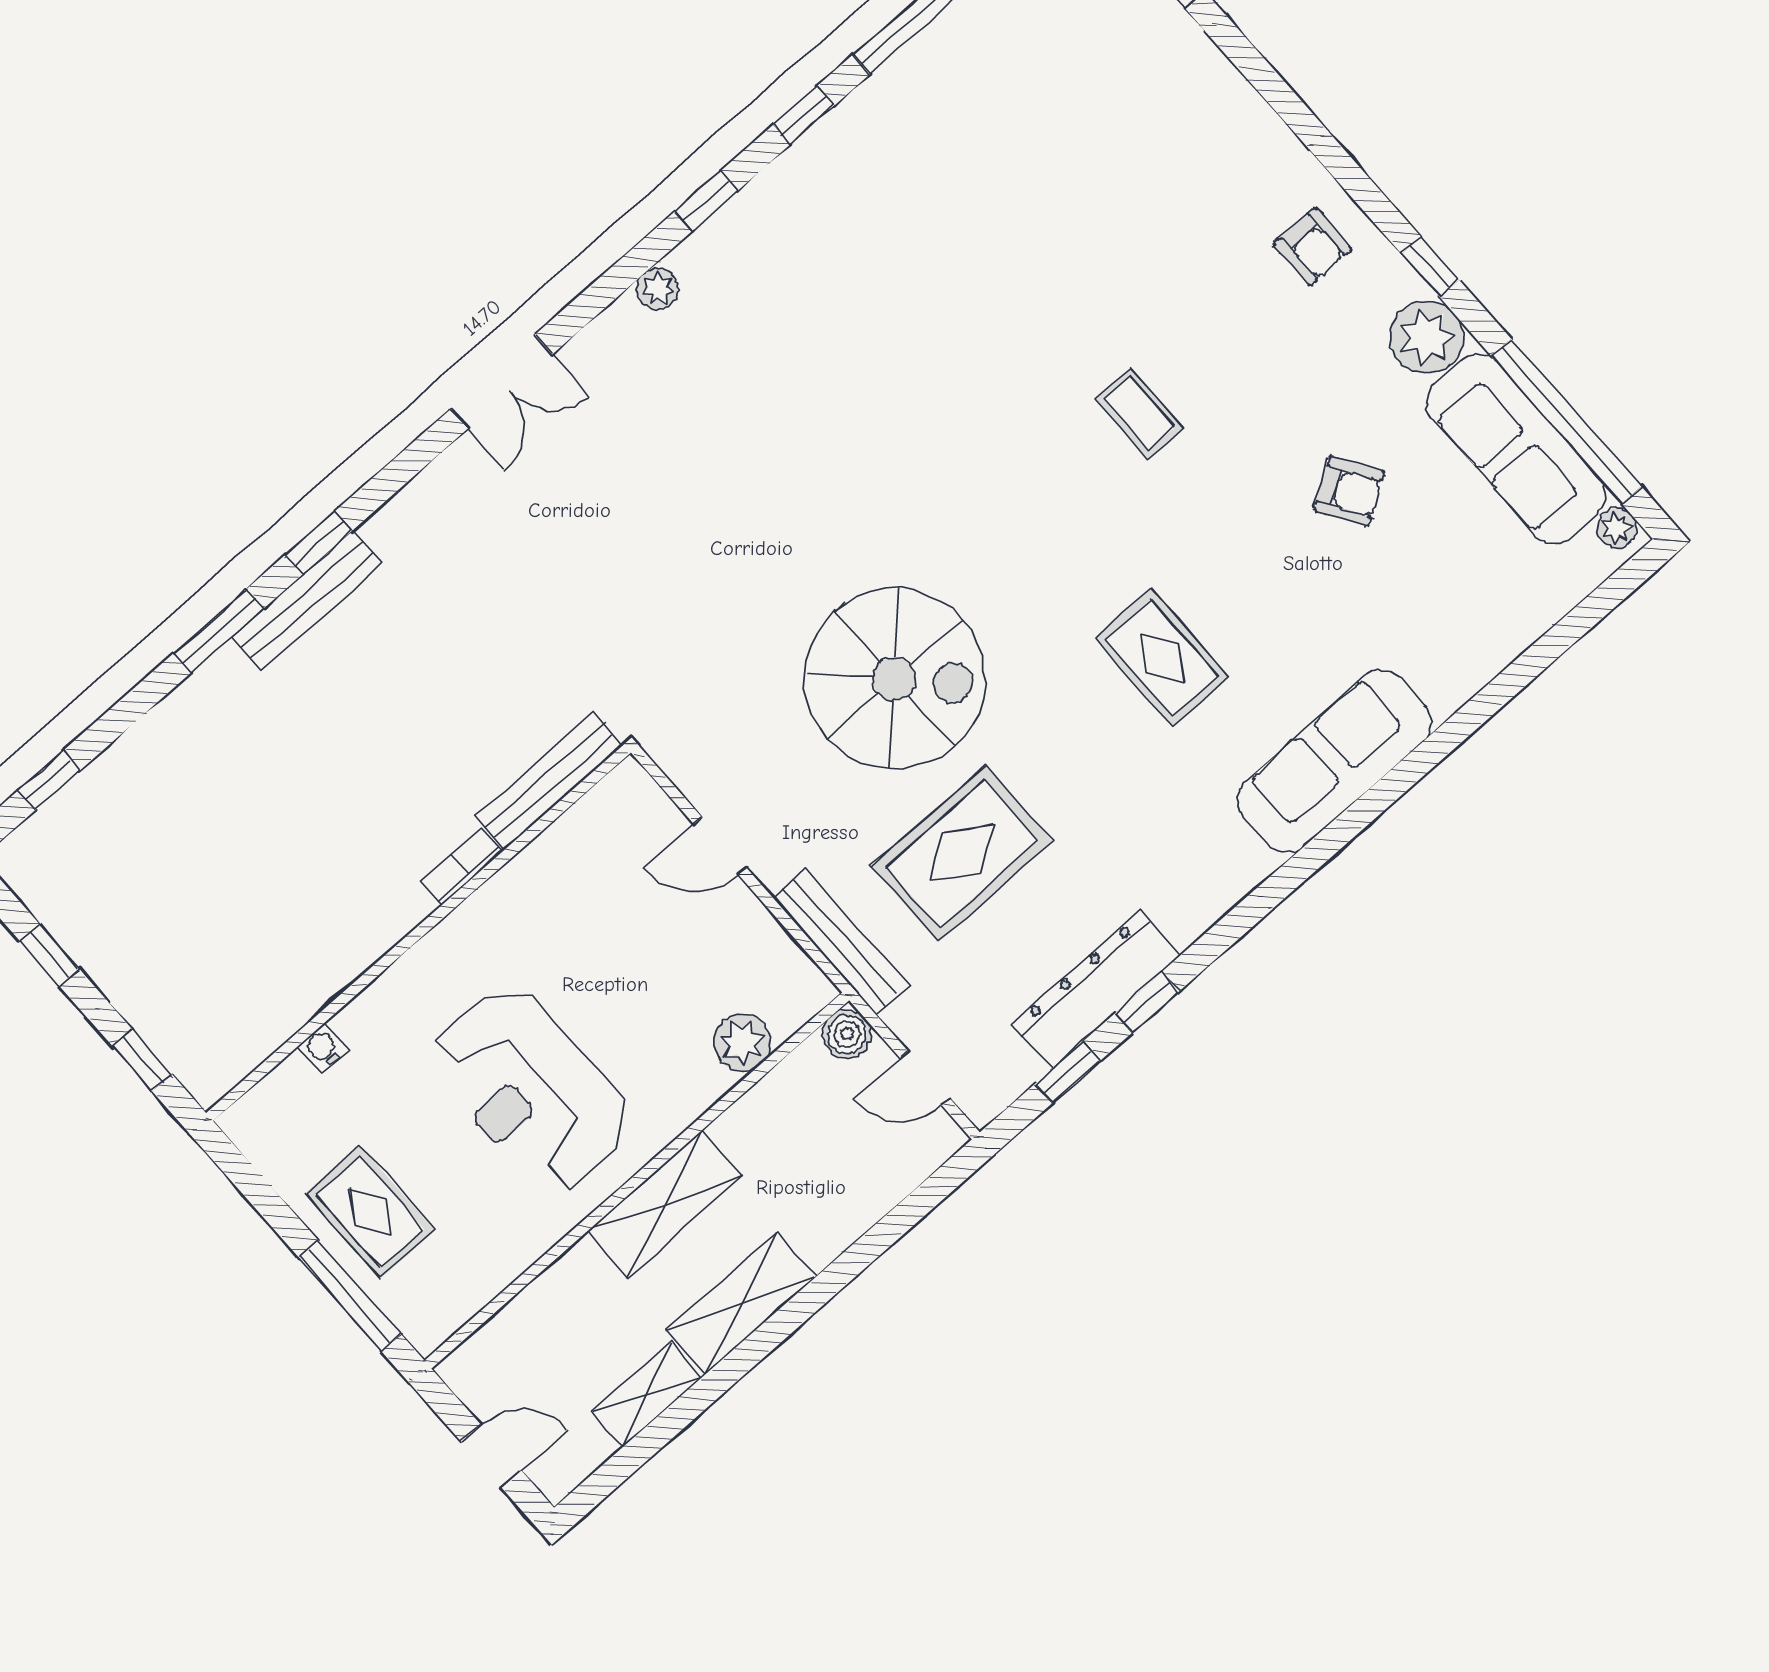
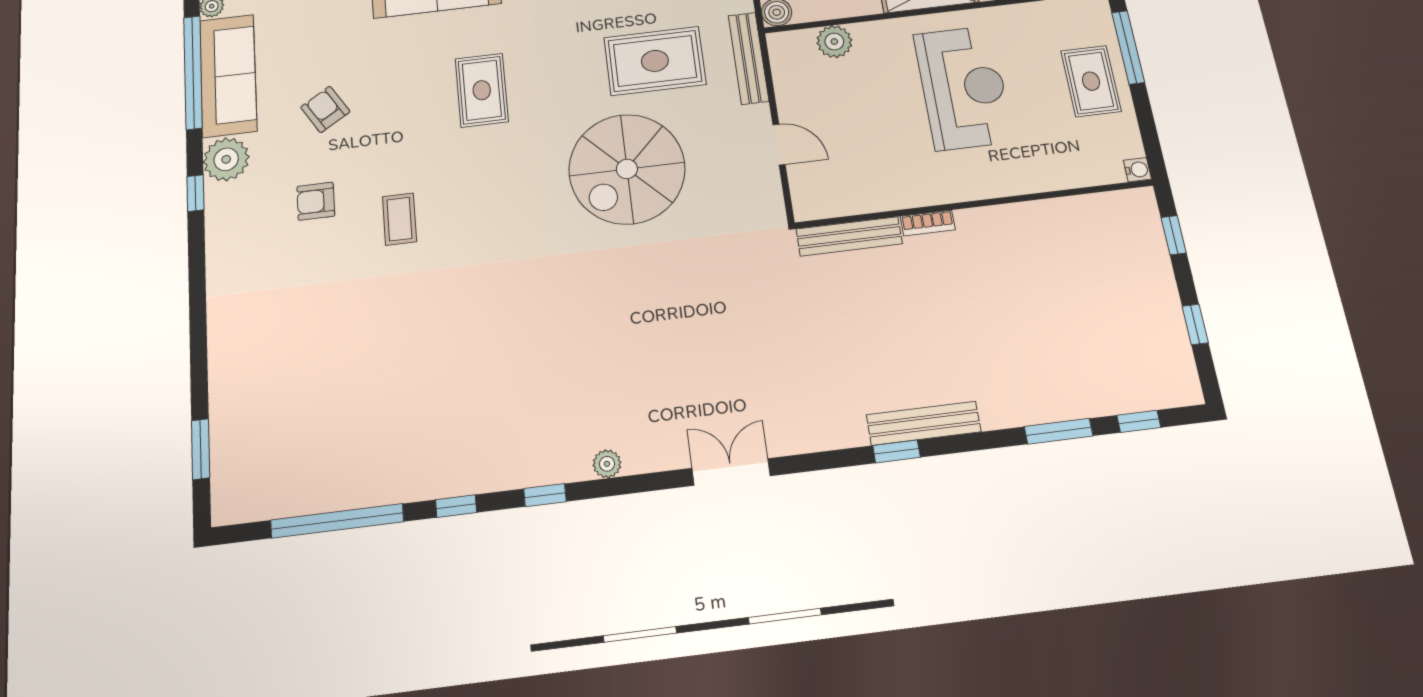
armchair: (1312, 247) -> (316, 201), moved, turned -90
window: (219, 631) -> (1059, 431), moved
spiral stairs: (894, 679) -> (627, 169), turned -90
water cooler: (323, 1048) -> (1137, 170), moved, turned -90

